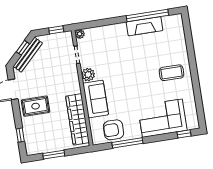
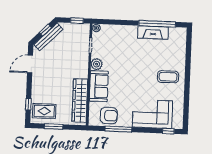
rug: (36, 106) -> (44, 111), moved
armchair: (113, 130) -> (109, 116), turned 180

